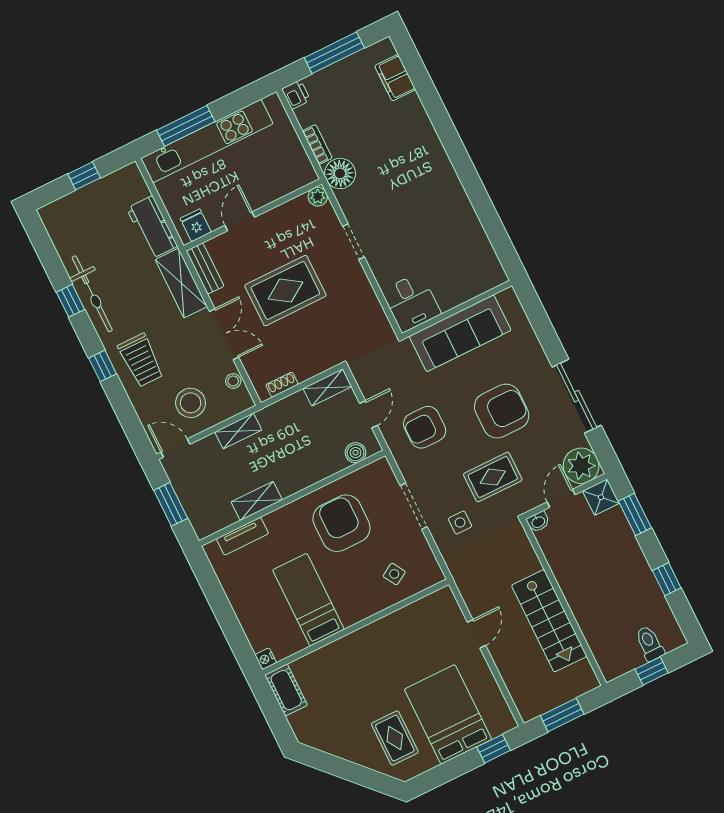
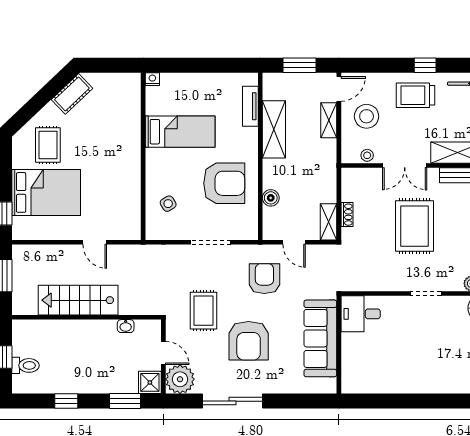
shoe rack: (282, 385) -> (347, 215), moved
shelving: (238, 431) -> (329, 120), moved
boiler: (356, 453) -> (271, 198), moved
shelving: (257, 501) -> (274, 129), width x1.50, depth x1.33
washbasin: (538, 522) -> (126, 326), moved, turned -90
side table: (460, 523) -> (182, 270), removed
cot: (286, 690) -> (72, 94), moved, turned -44
rug: (395, 738) -> (48, 145), turned 90

